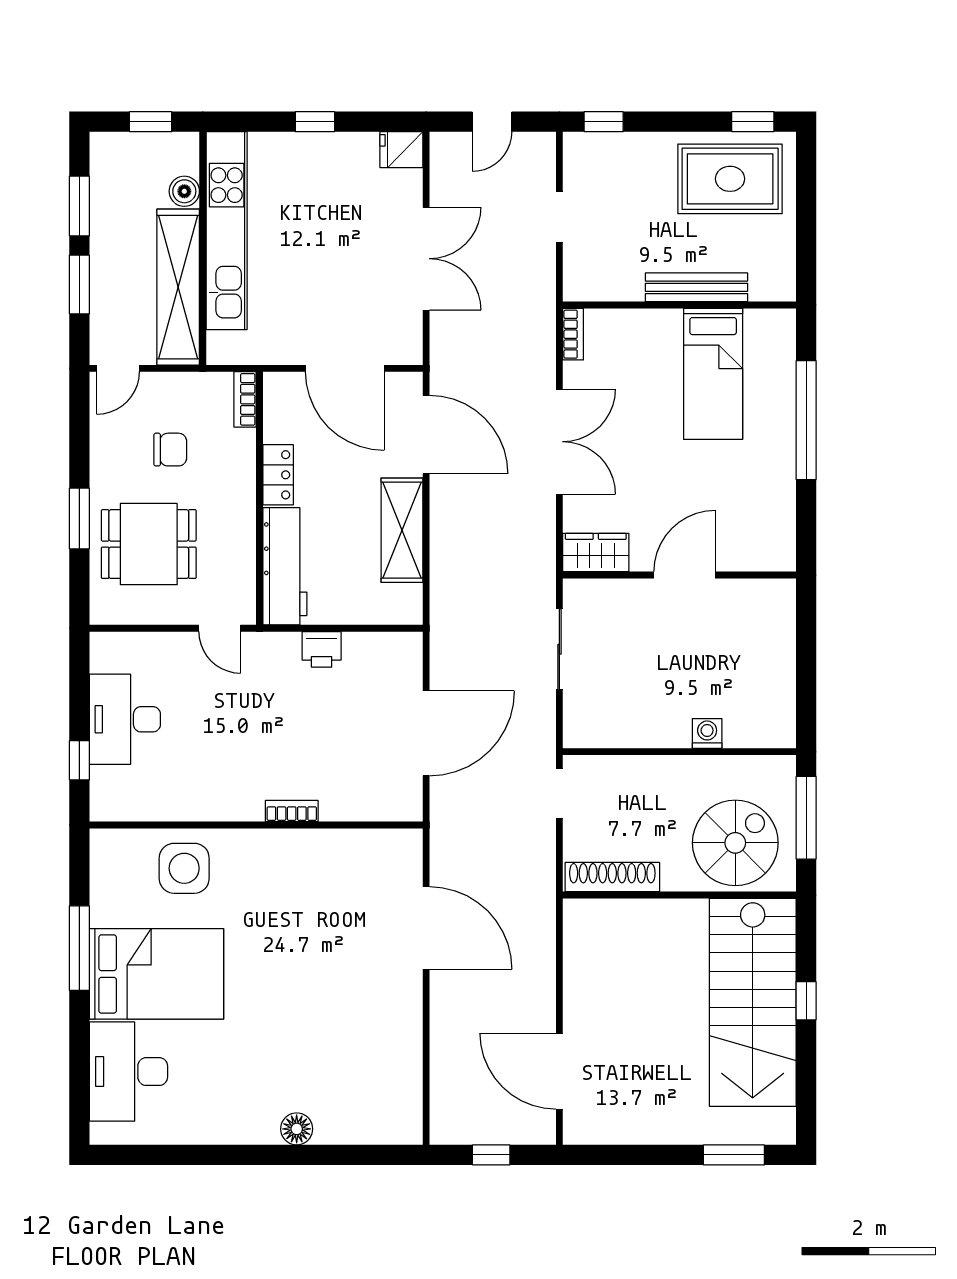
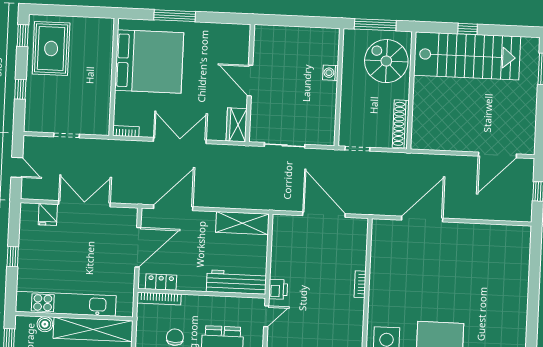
window: (604, 122) -> (20, 89), moved
fridge: (401, 150) -> (48, 215), moved
bench: (696, 287) -> (105, 68), removed
bed: (713, 374) -> (149, 61), width x2.04
bookcase: (245, 399) -> (159, 299), width x1.56
window: (806, 420) -> (175, 16), width x0.68
locker: (278, 475) -> (161, 282), moved
shelving: (402, 530) -> (242, 223), moved
printer: (322, 649) -> (278, 289), moved
floor lamp: (297, 1129) -> (521, 289), removed

